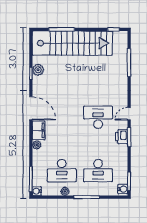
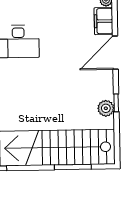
door: (31, 108) -> (115, 53), hinge flipped

